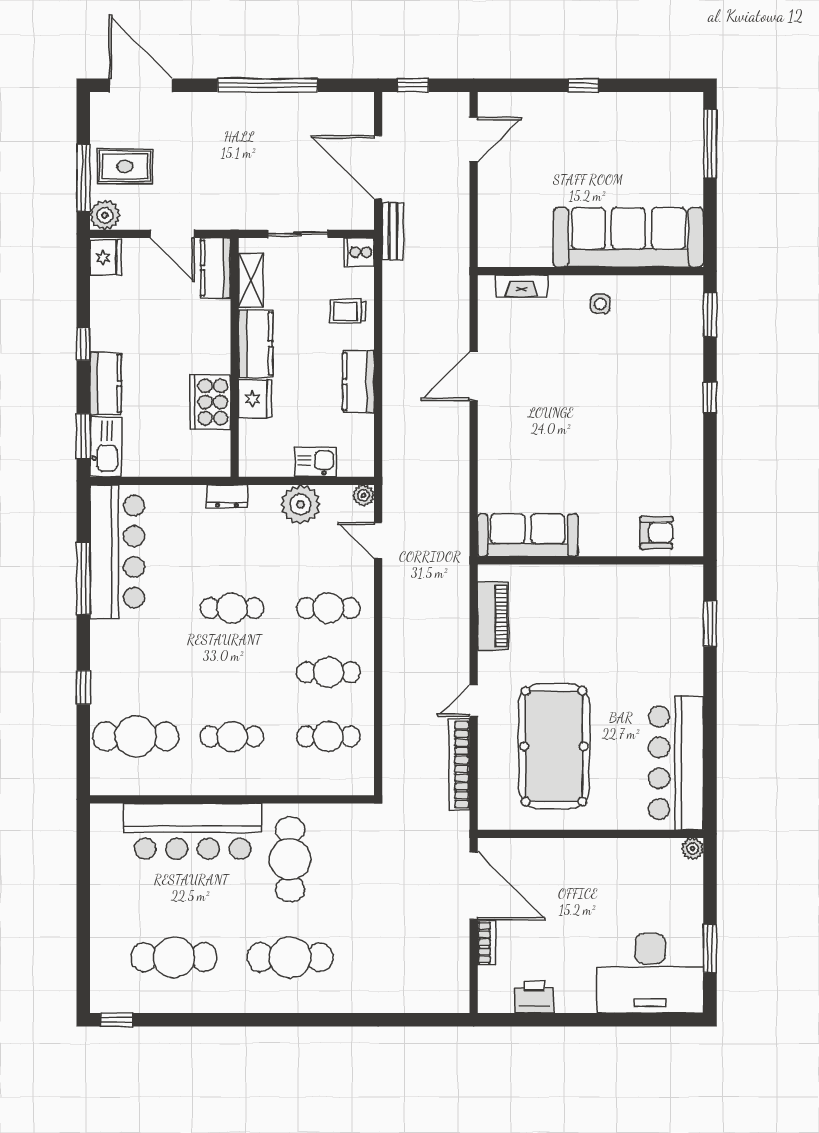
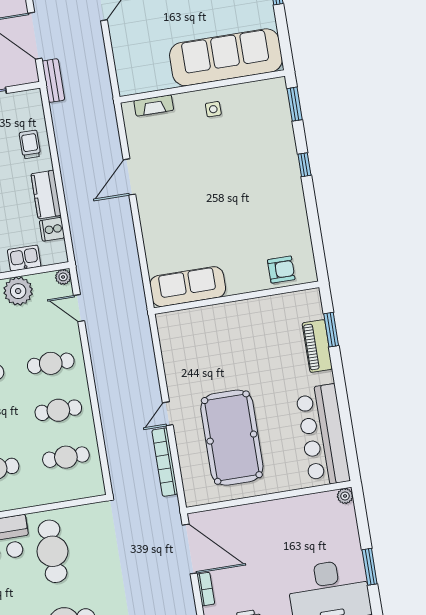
cooker: (359, 252) -> (52, 229), moved
trolley: (348, 311) -> (30, 144), turned 90
piano: (493, 616) -> (317, 346), moved, turned 180

